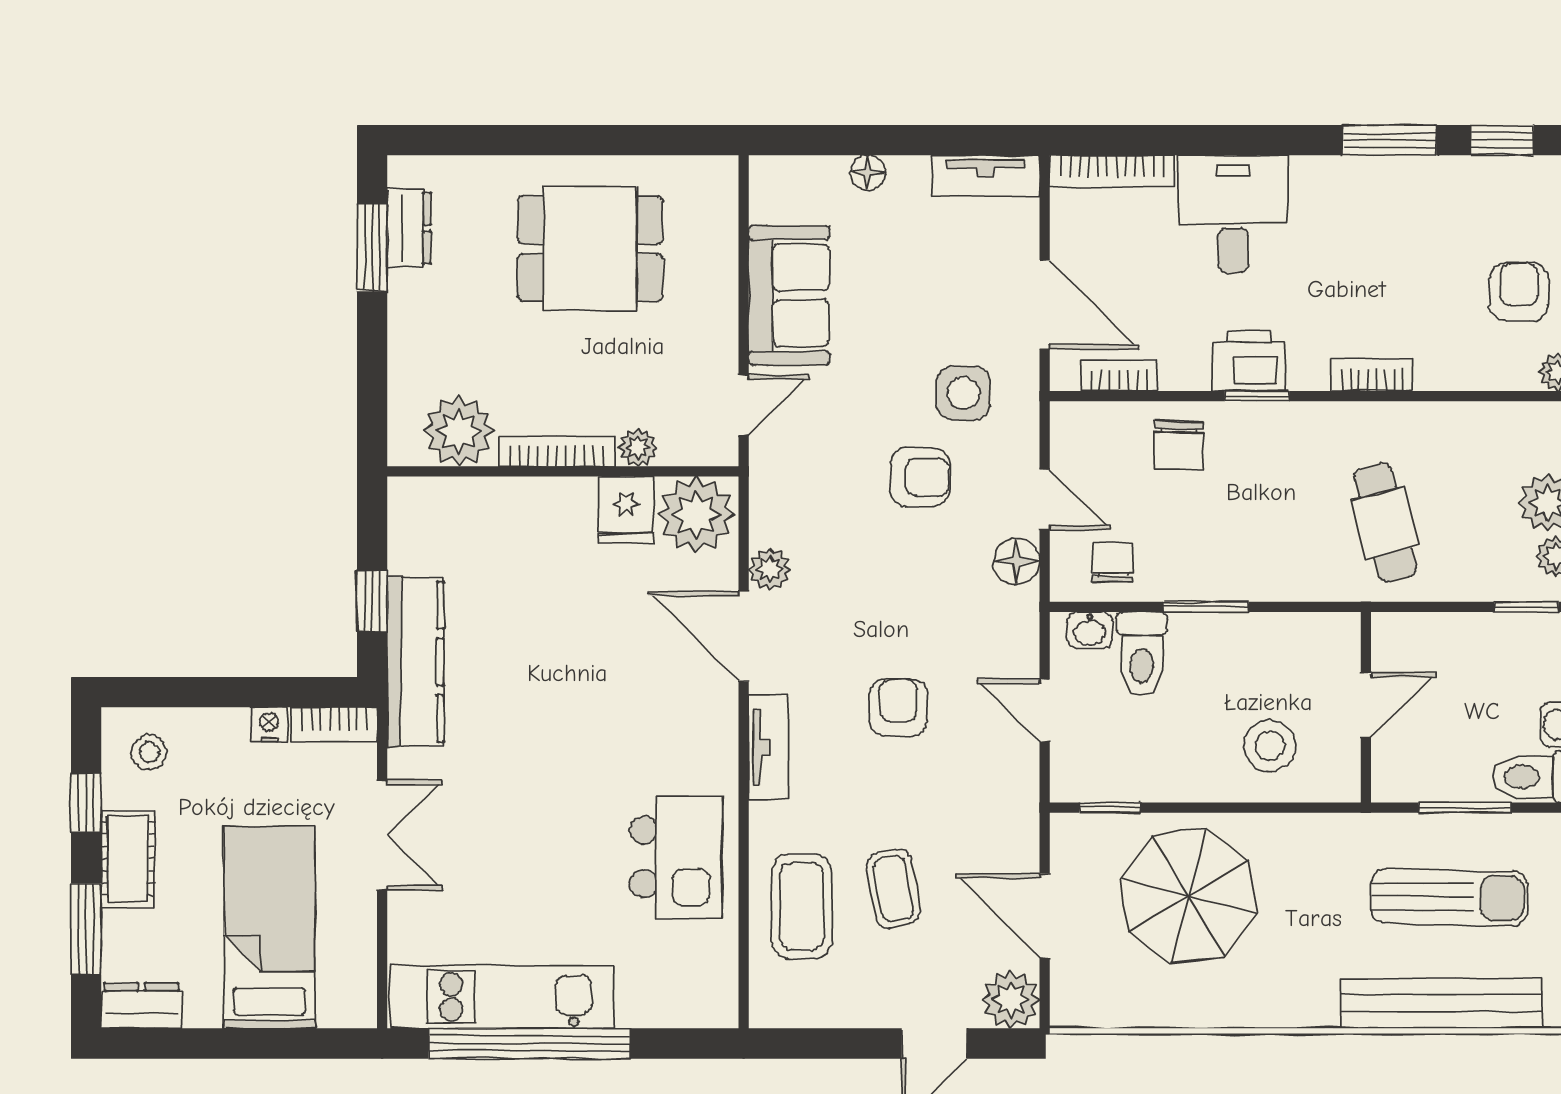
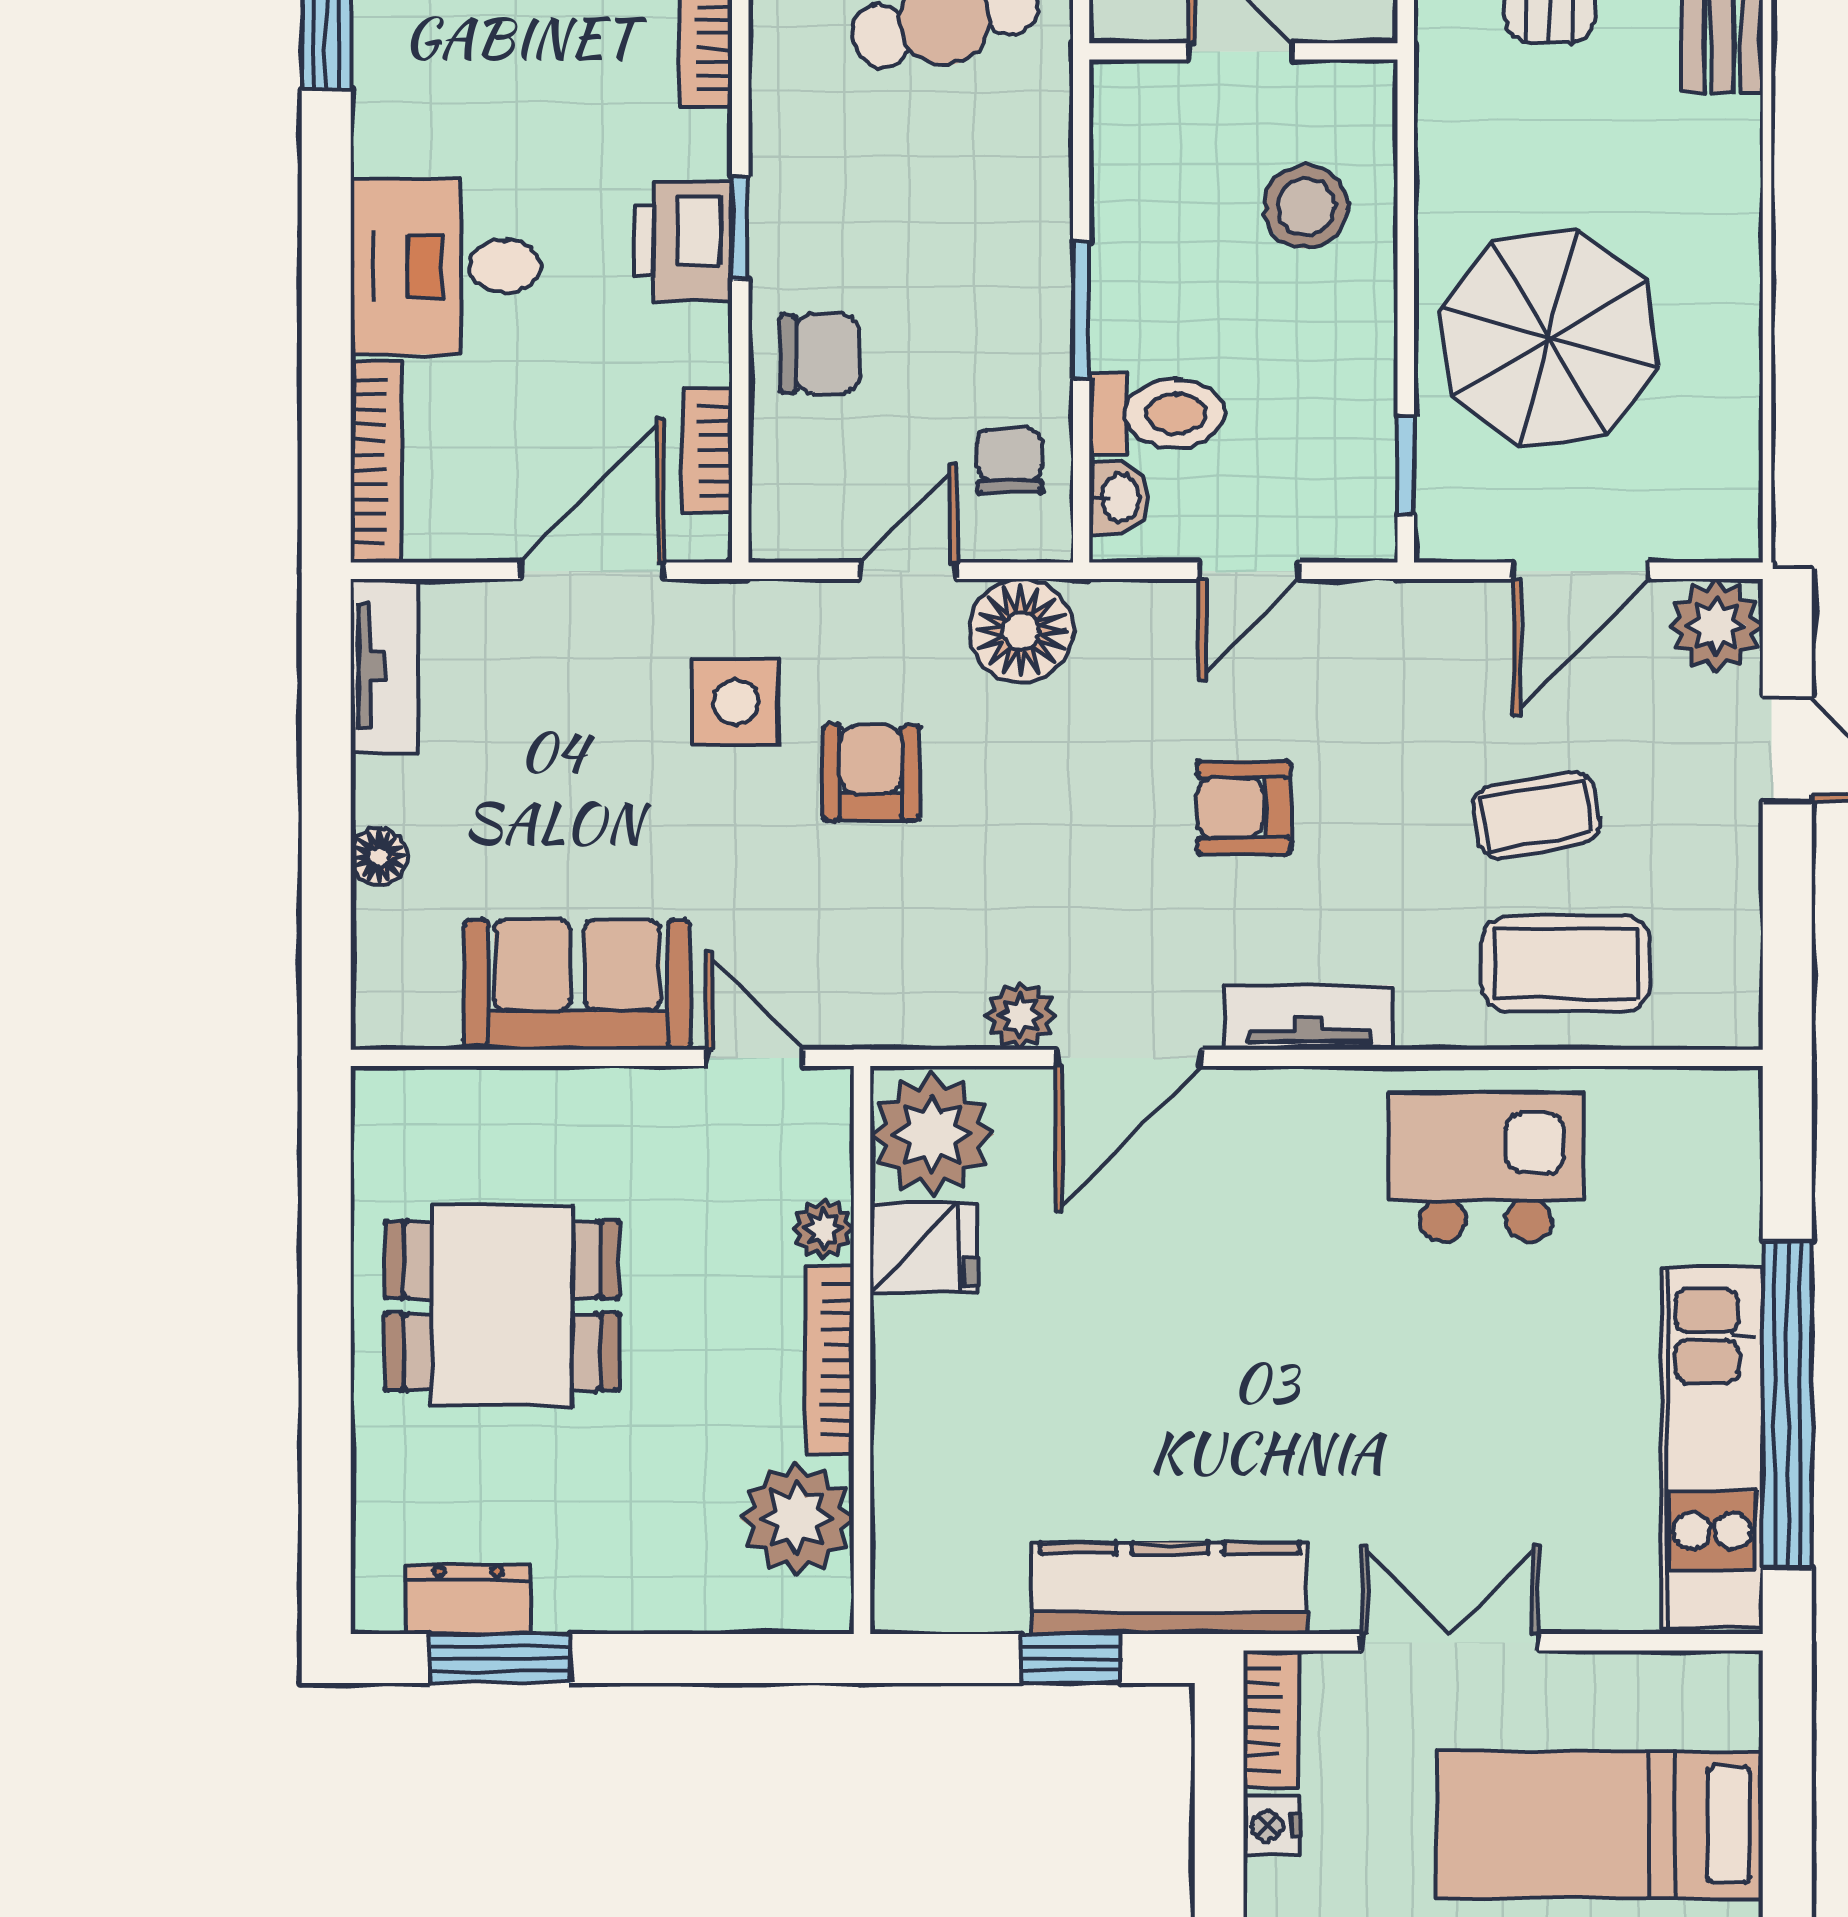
dining table: (590, 249) -> (502, 1306), turned 90
floor lamp: (1016, 561) -> (1021, 631), width x1.38, depth x1.38
chair: (1113, 563) -> (1009, 461), turned 90

